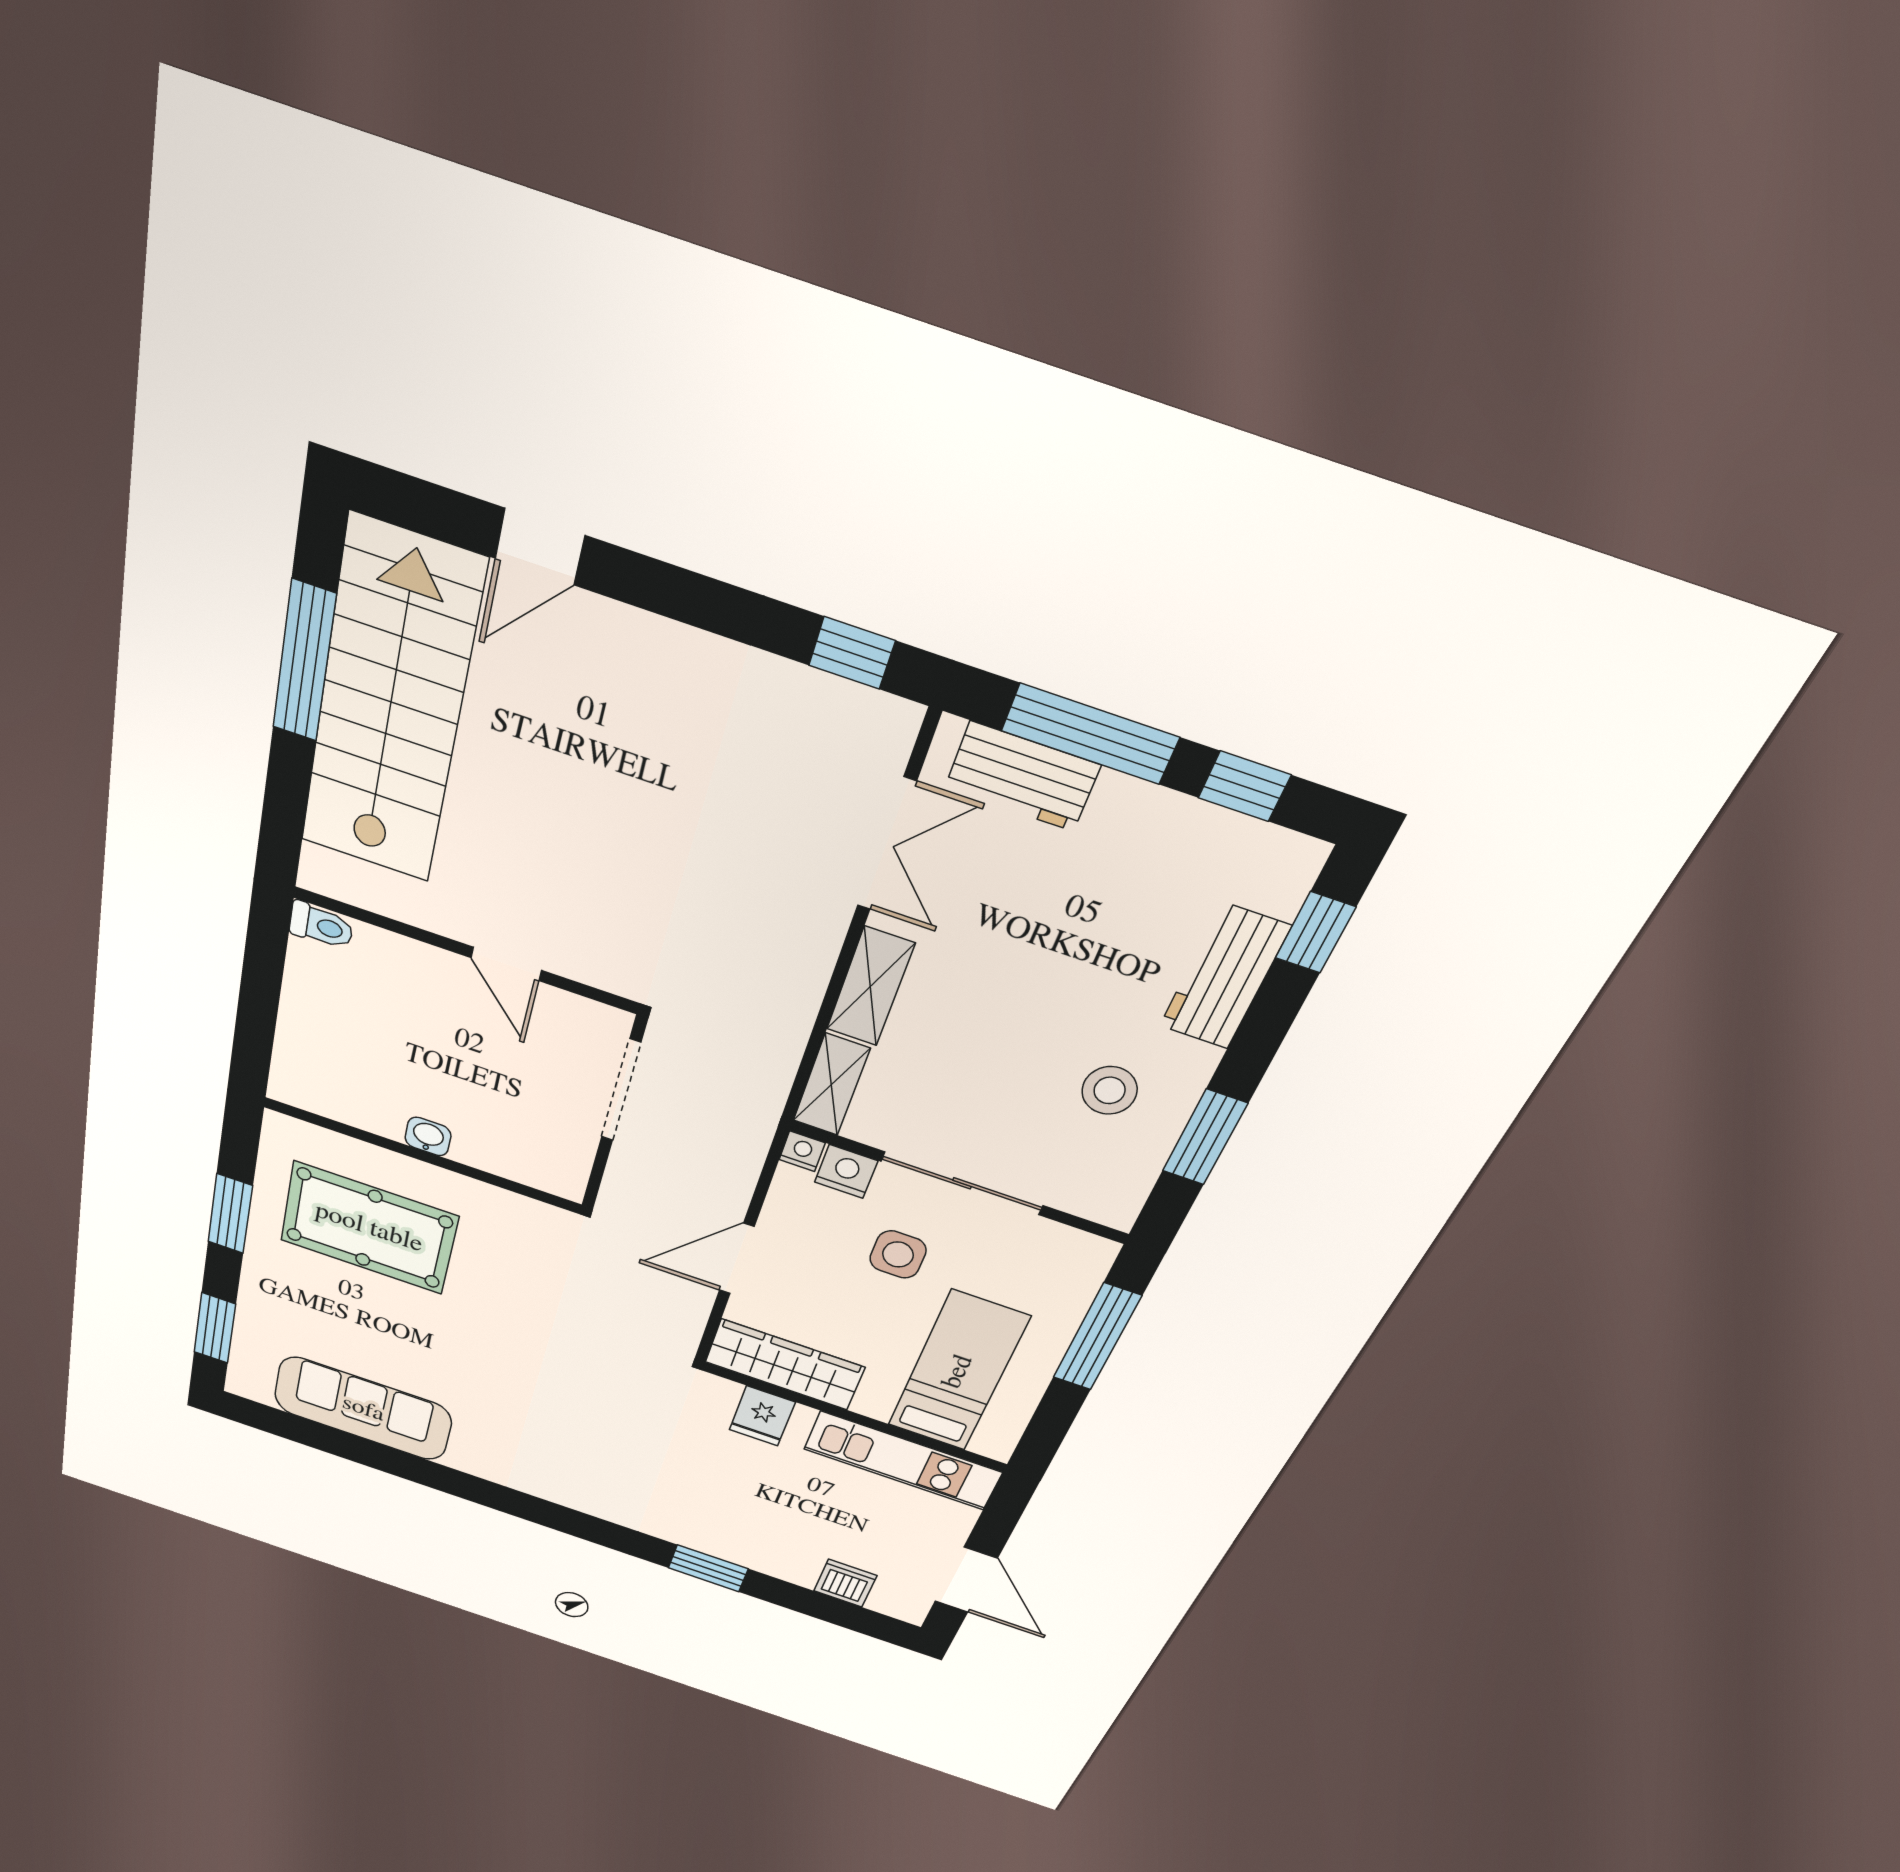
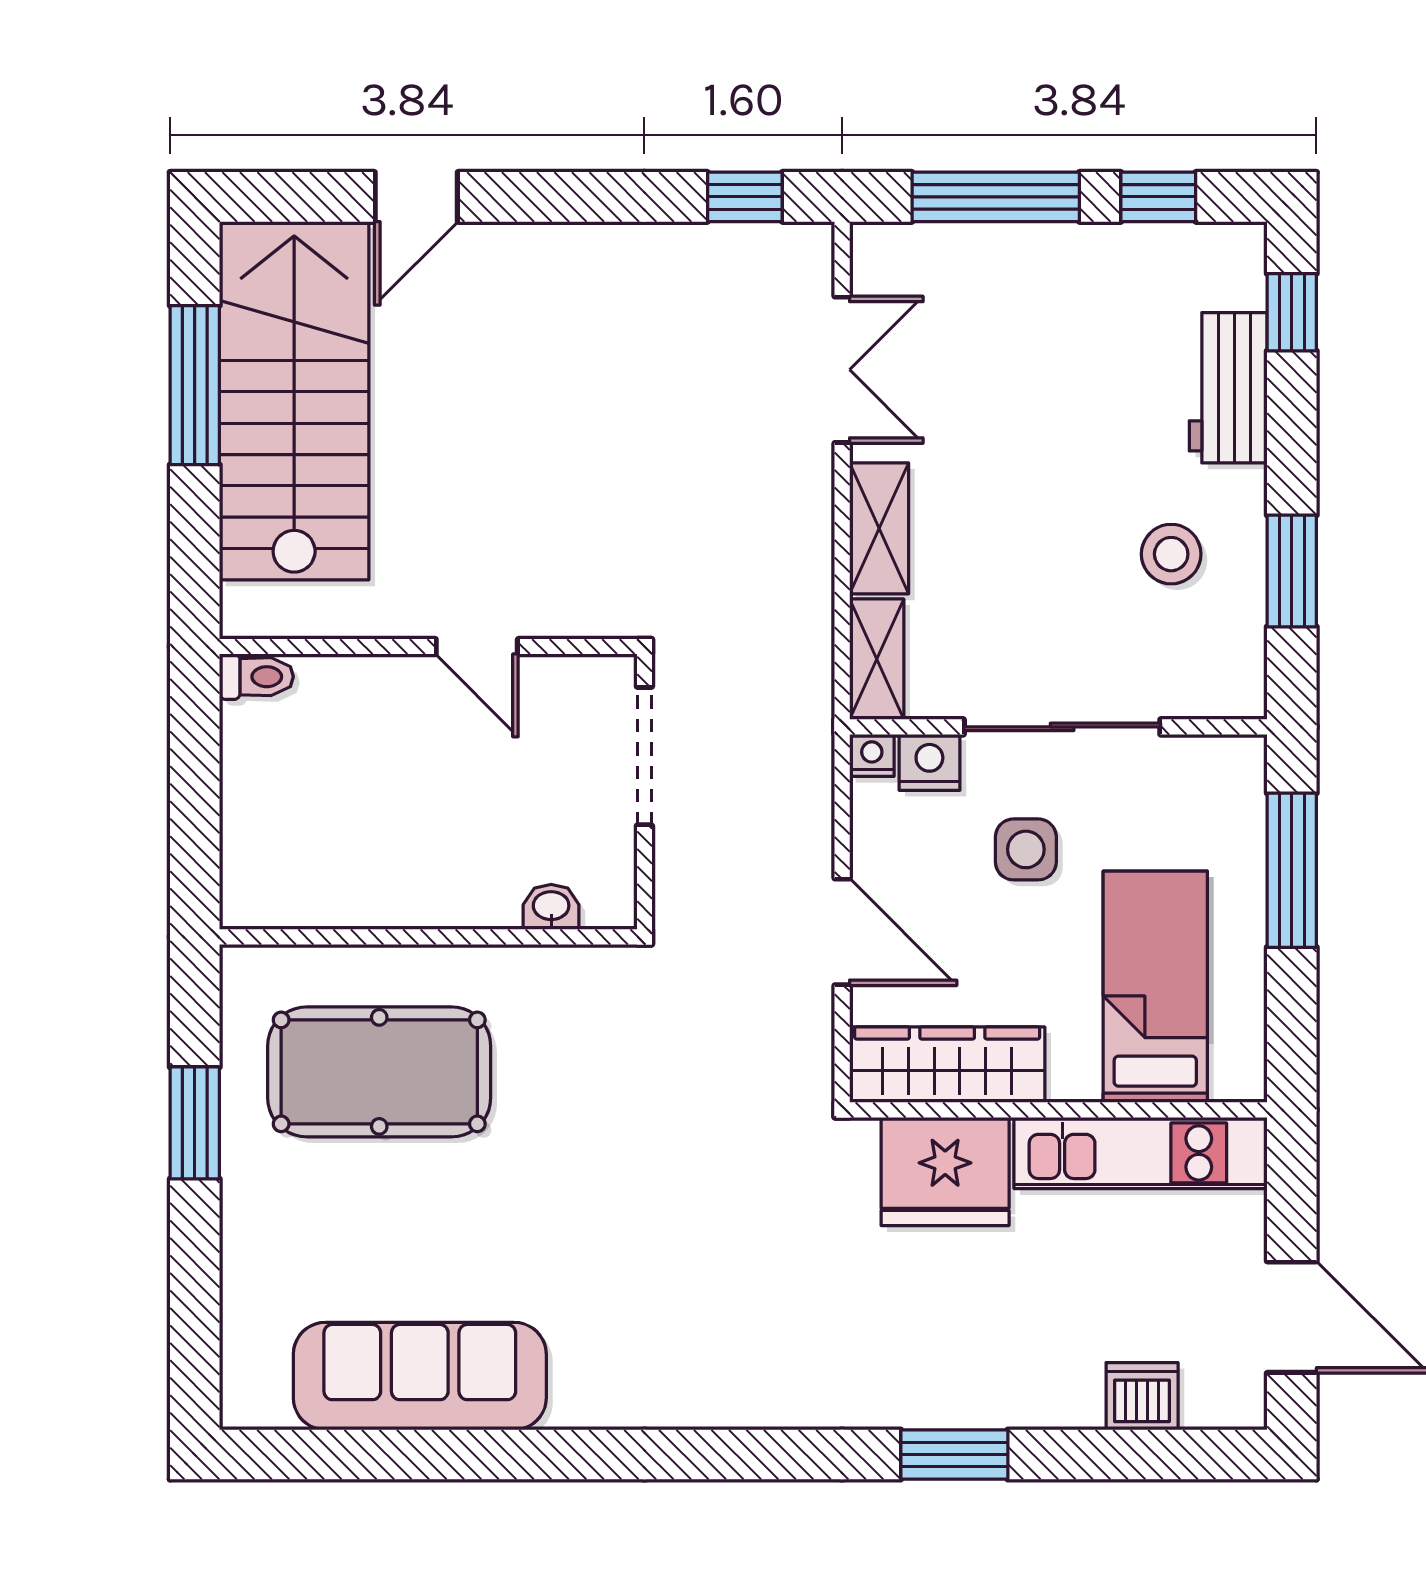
workbench: (1022, 776) -> (949, 258), removed
washbasin: (428, 1136) -> (551, 907), moved
door: (737, 1259) -> (842, 932), swing flipped
window: (215, 1328) -> (195, 1322), removed
fridge: (762, 1416) -> (945, 1171), width x1.88, depth x1.34

